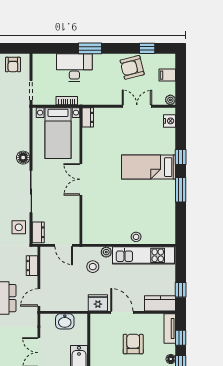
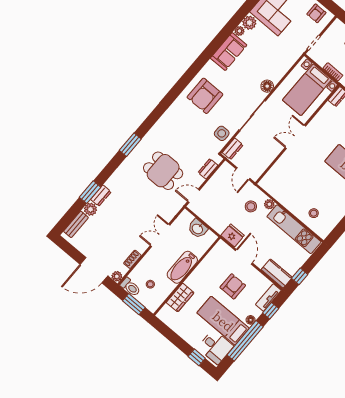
stool: (136, 237) -> (314, 213), moved

